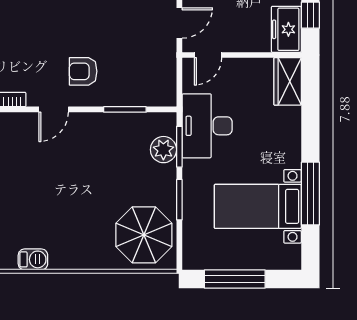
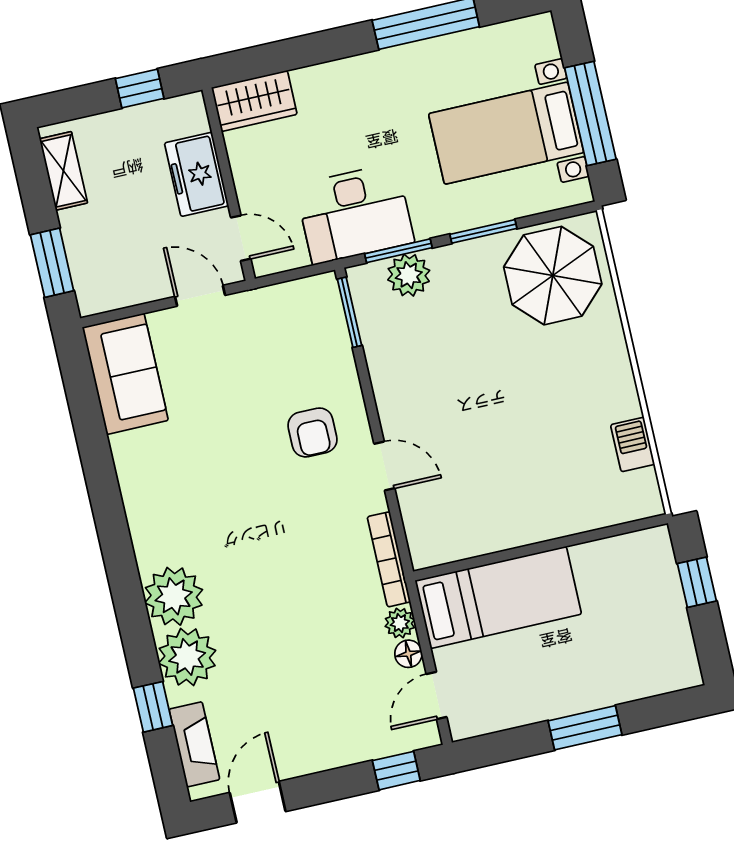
freezer: (286, 29) -> (197, 174), moved, turned 90
window: (125, 109) -> (349, 312), moved
bed with nightstands: (258, 206) -> (506, 133), moved, turned 90

